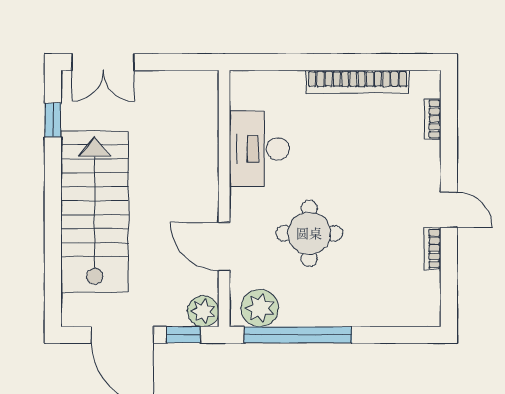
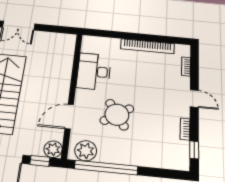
door: (449, 210) -> (194, 98), moved
round table: (309, 233) -> (117, 115), turned -33
door: (224, 246) -> (69, 117), hinge flipped
window: (449, 287) -> (194, 150), added

